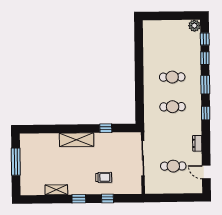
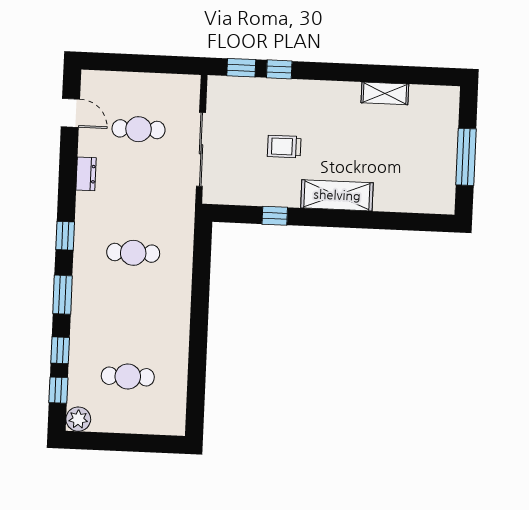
cafe table: (172, 77) -> (128, 376), moved
trolley: (104, 177) -> (284, 146), moved
window: (79, 199) -> (241, 68), moved

